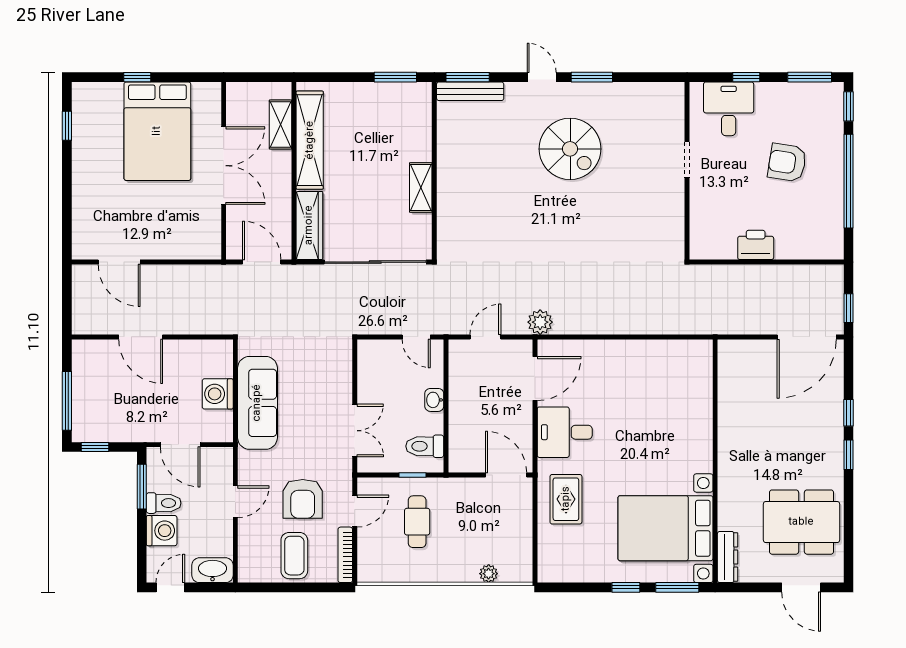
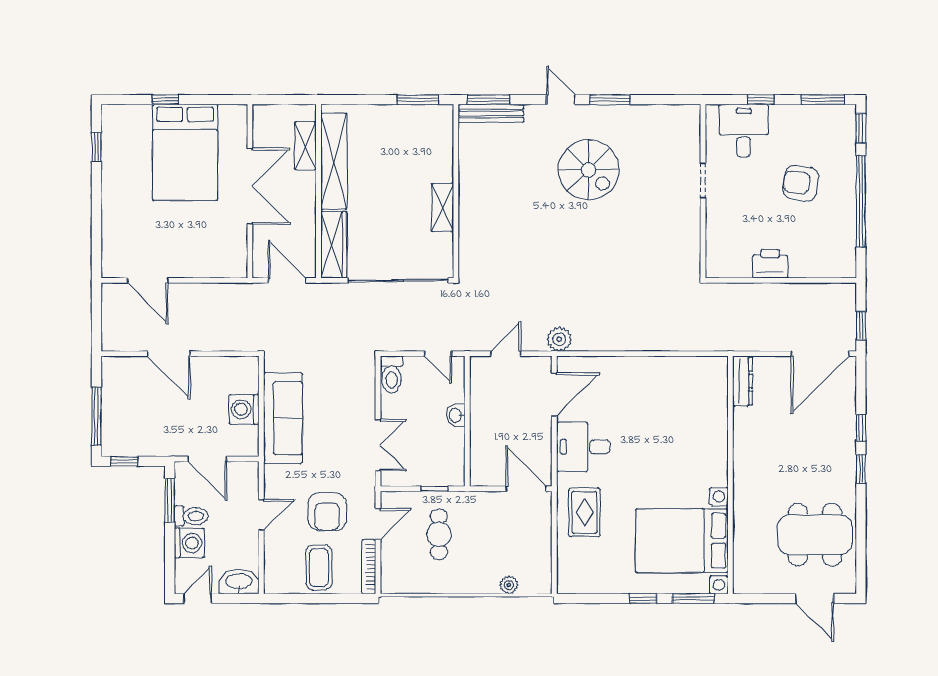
toilet: (425, 446) -> (392, 374), moved, turned -90
dresser: (728, 557) -> (743, 381), moved

